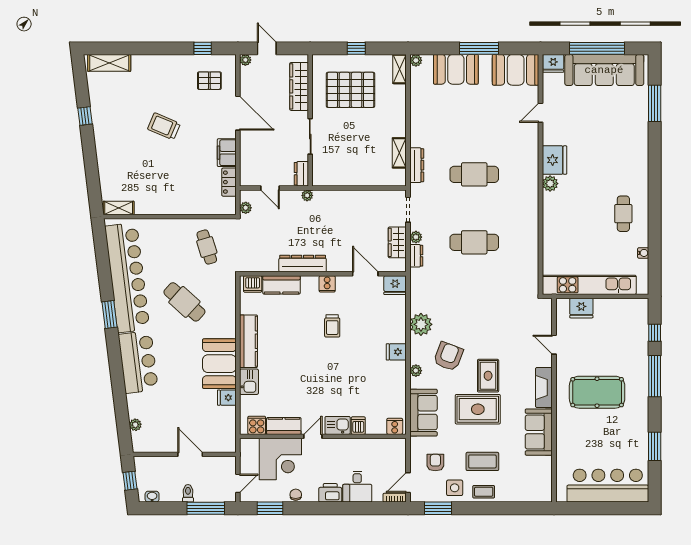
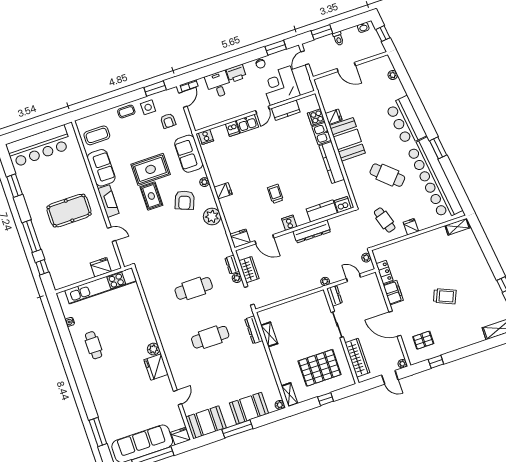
fridge: (177, 228) -> (411, 227), added
cooker: (257, 425) -> (316, 117), moved, turned 90
coffee table: (482, 461) -> (97, 135), moved
window: (206, 508) -> (322, 32), width x0.69

